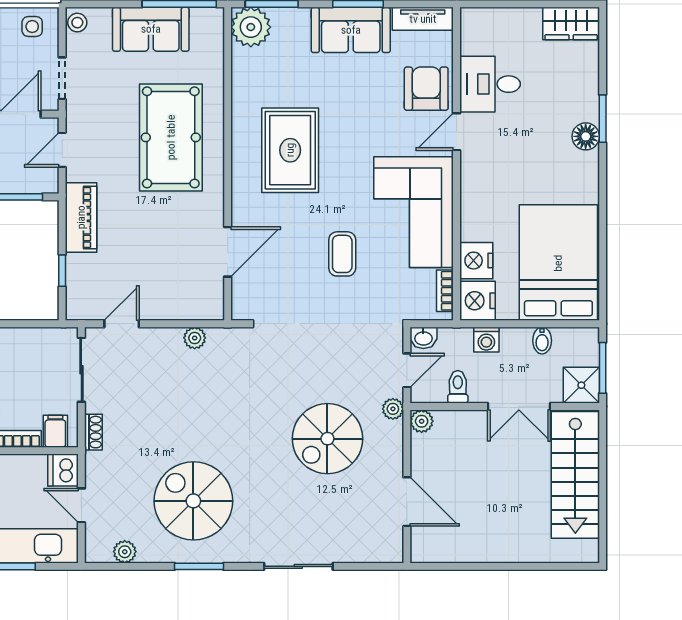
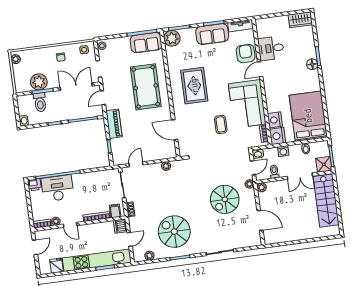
sofa: (151, 29) -> (146, 43), moved
door: (228, 252) -> (175, 130), swing flipped
door: (81, 505) -> (130, 239), swing flipped

